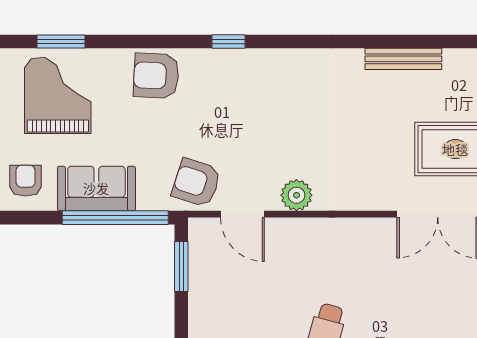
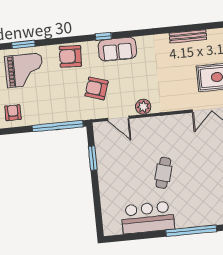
grand piano: (58, 95) -> (24, 70), turned 90
armchair: (196, 183) -> (96, 88), moved
sofa: (96, 188) -> (117, 49), moved, turned 180
window: (181, 267) -> (93, 158), moved

